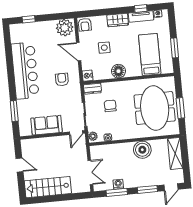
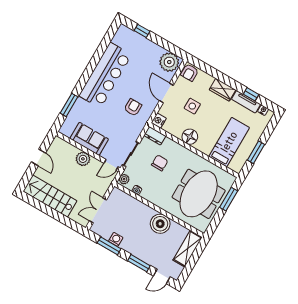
window: (180, 108) -> (229, 199), moved
plant: (52, 143) -> (83, 159), added
double door: (90, 172) -> (98, 210), swing flipped

